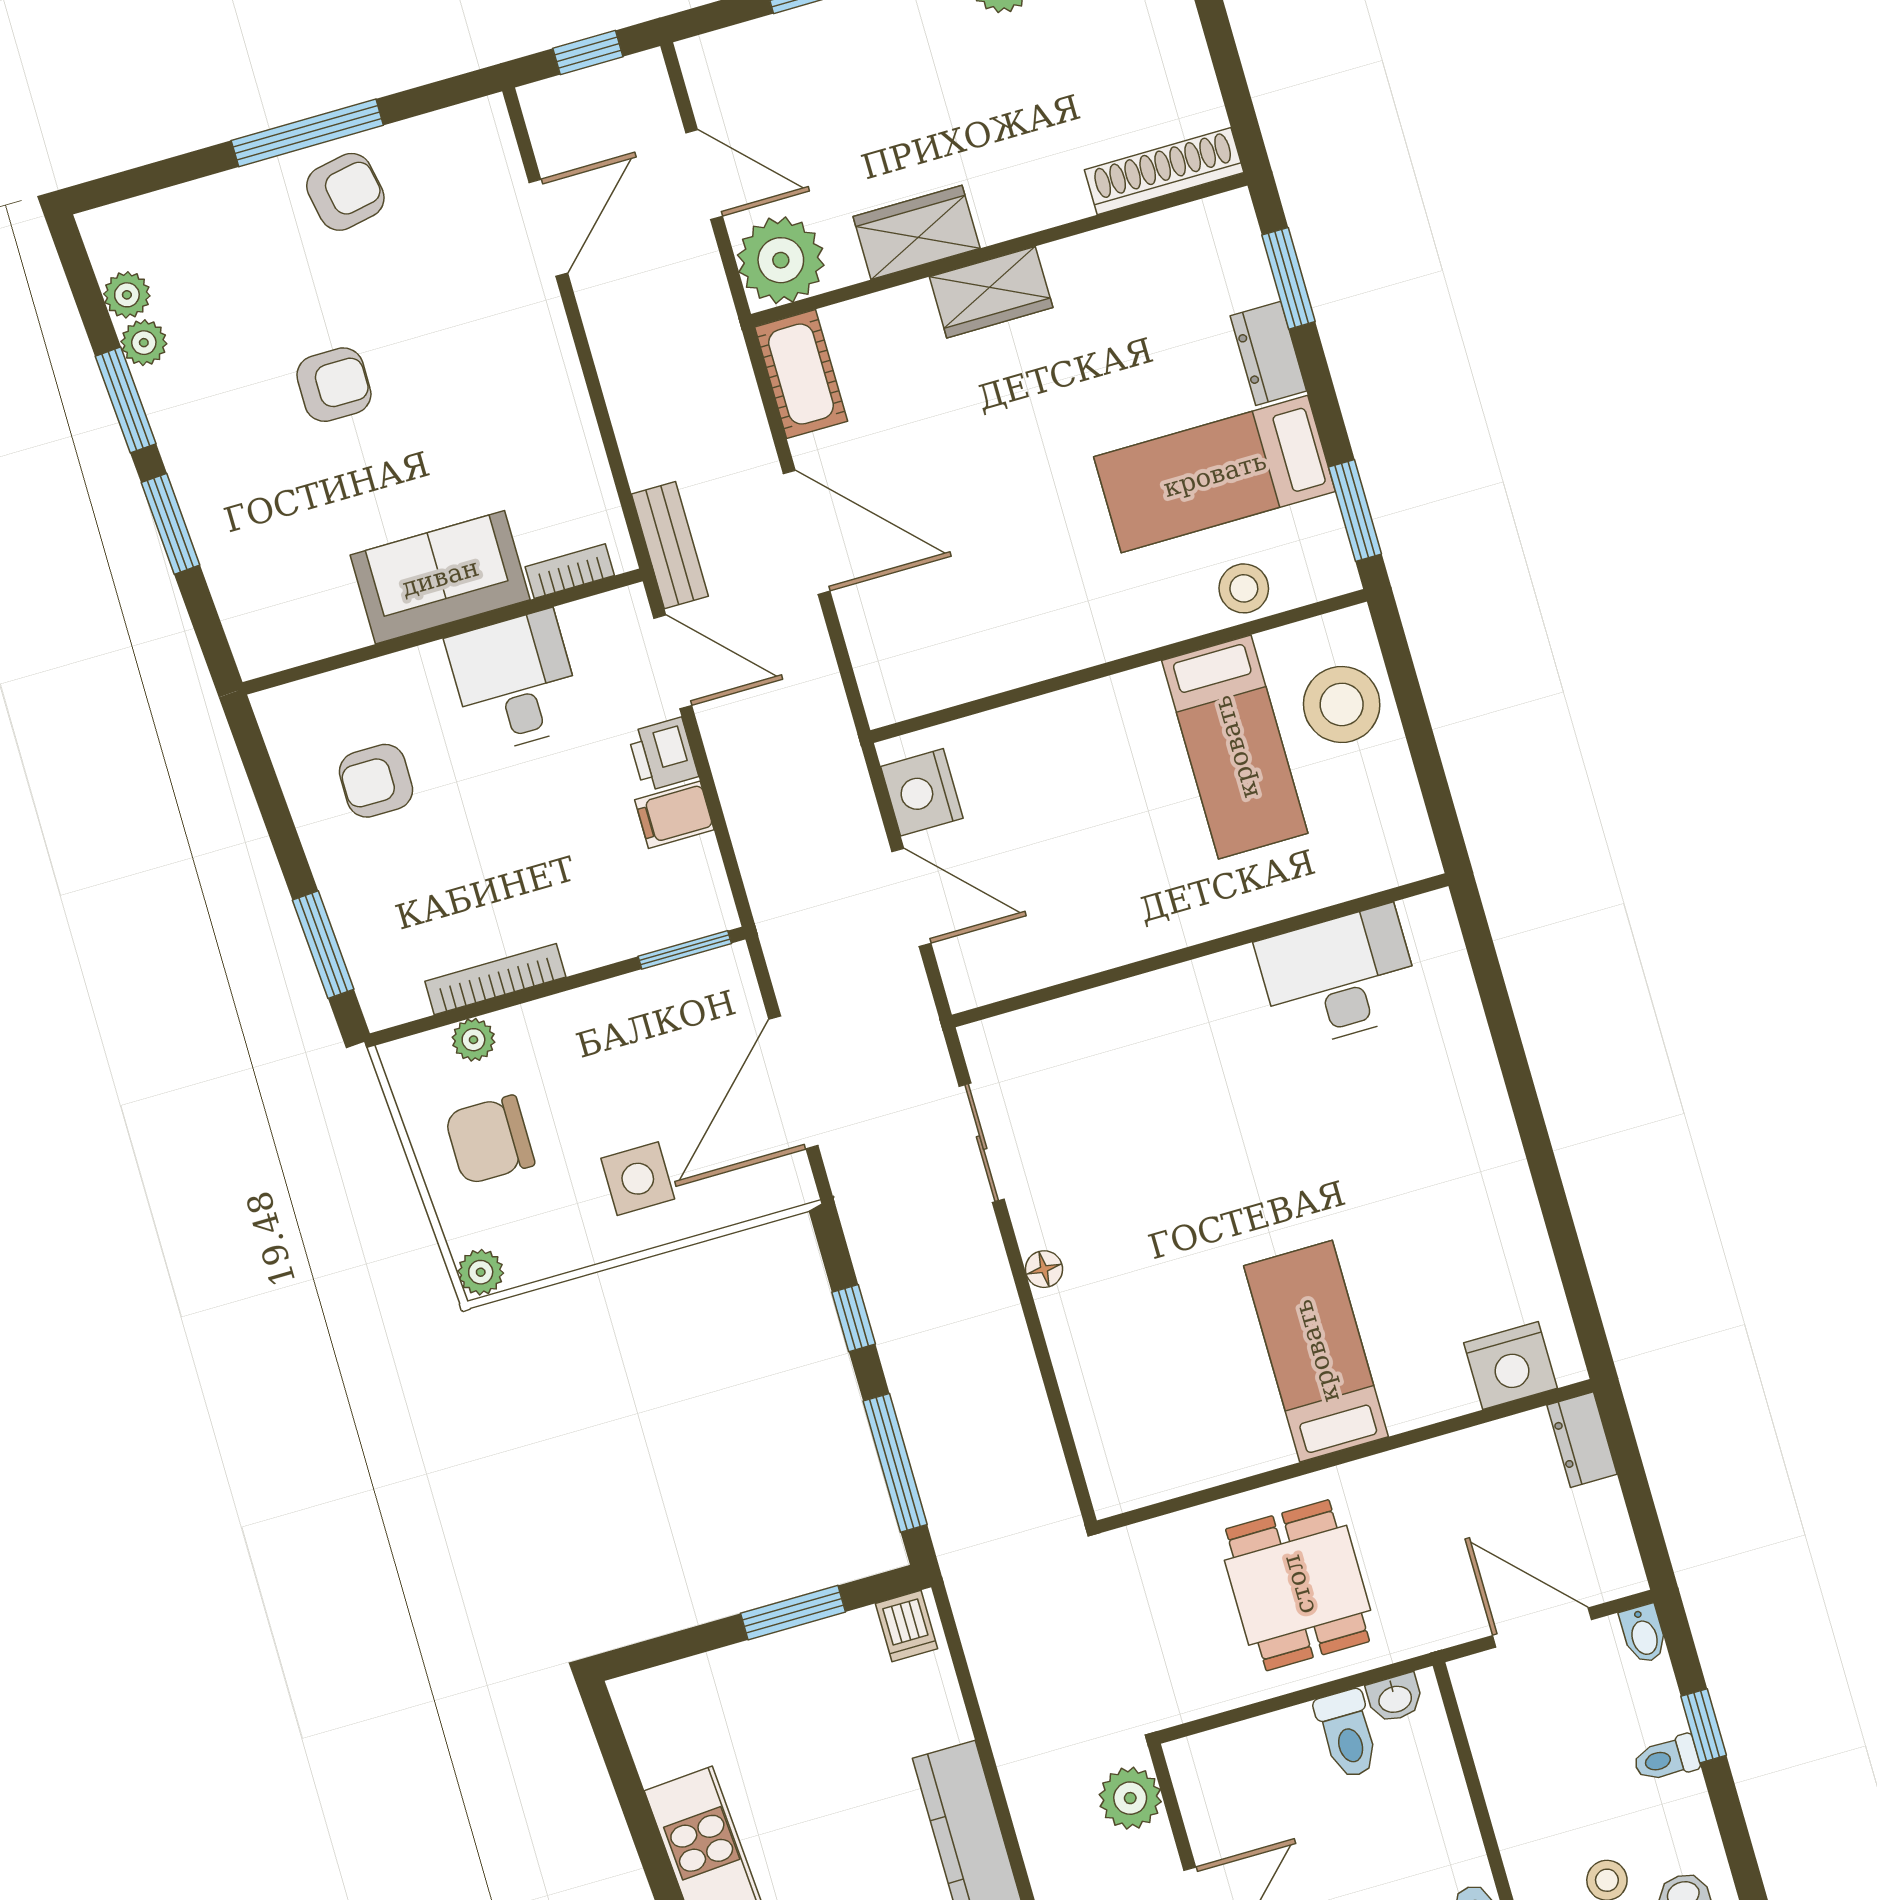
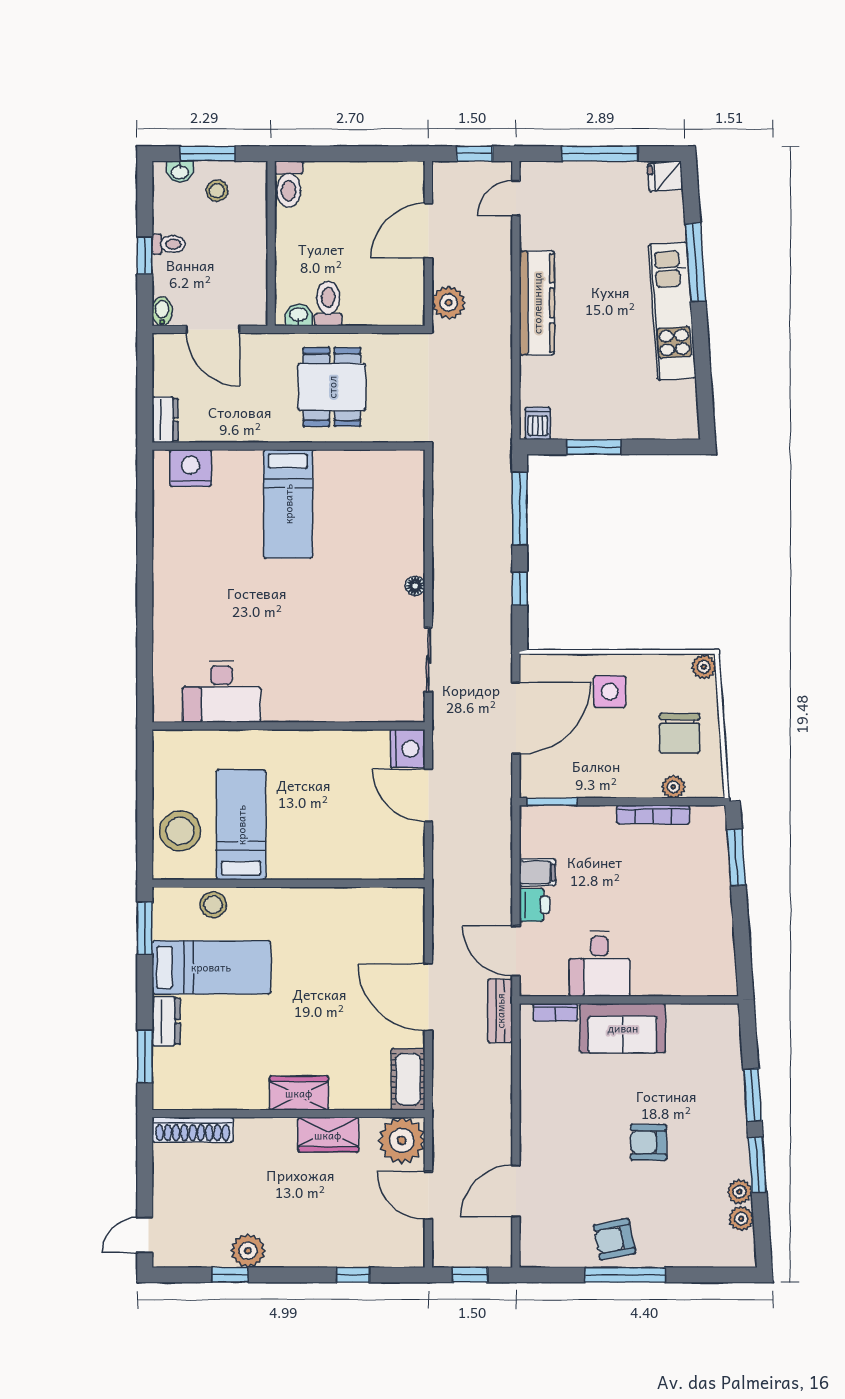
armchair: (376, 781) -> (685, 934), removed
nightstand: (922, 792) -> (408, 749), moved
chair: (490, 1140) -> (680, 733), turned 90

